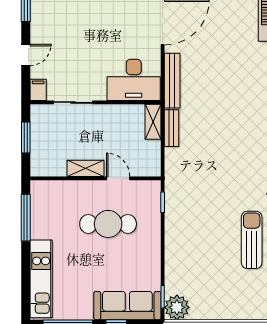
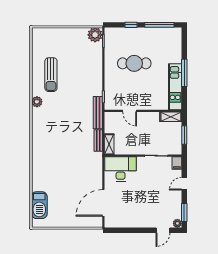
bench: (172, 81) -> (98, 113), moved
shelving: (85, 168) -> (171, 117), moved
window: (26, 218) -> (184, 73), moved
cafe table: (108, 224) -> (134, 63), moved
kitchen unit: (41, 279) -> (175, 87), moved
sofa: (127, 306) -> (124, 36), removed

